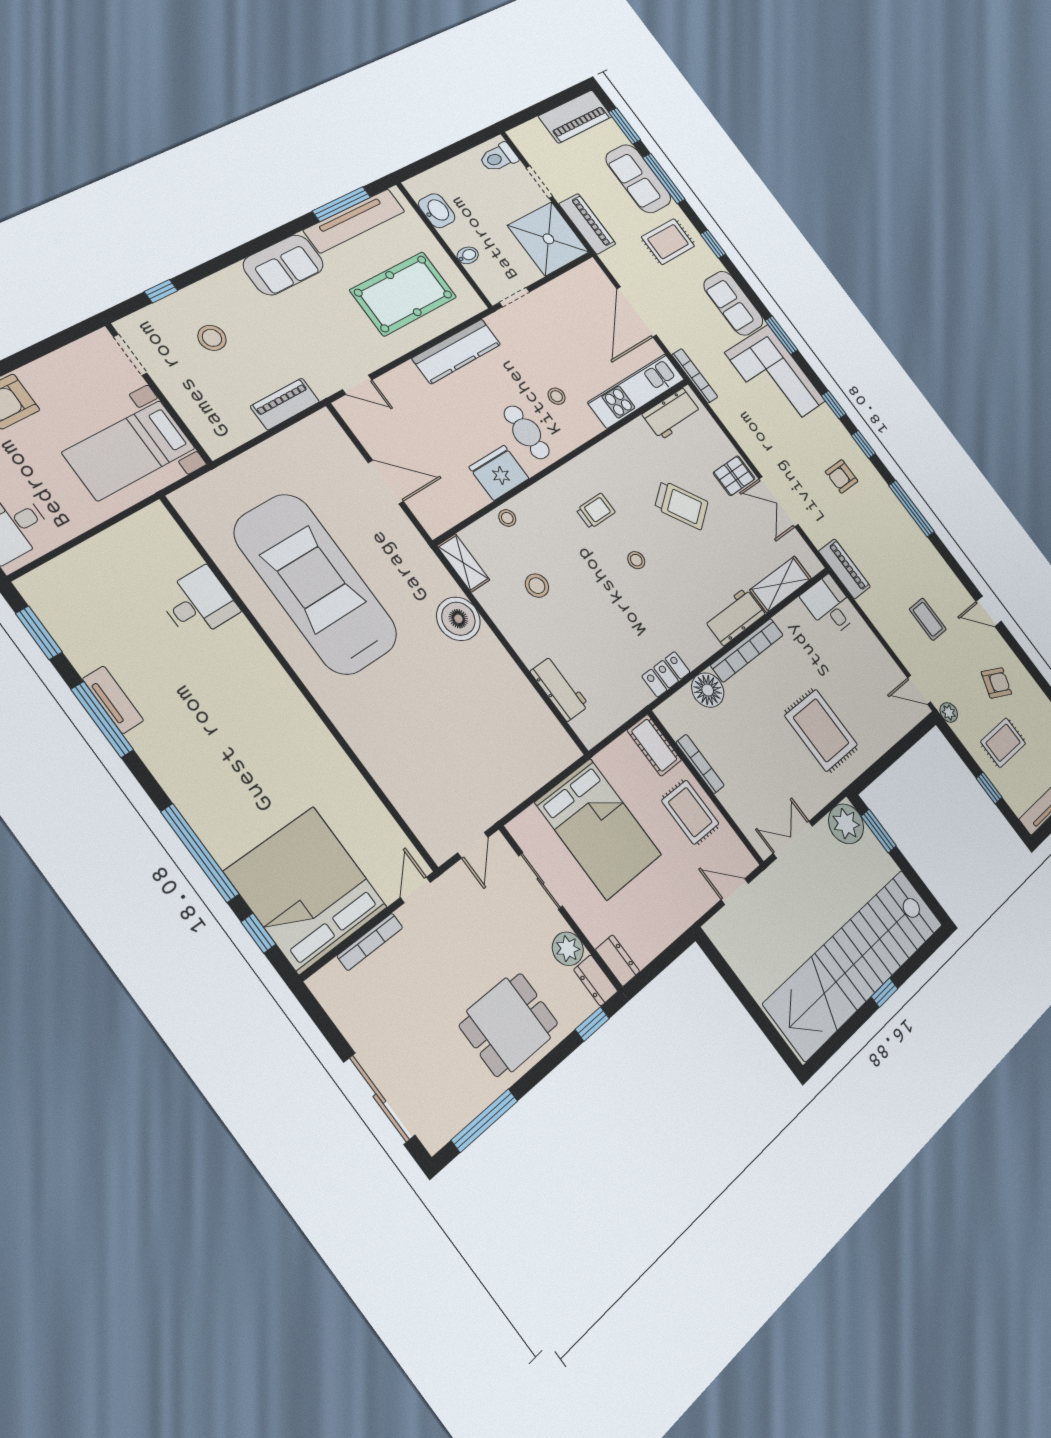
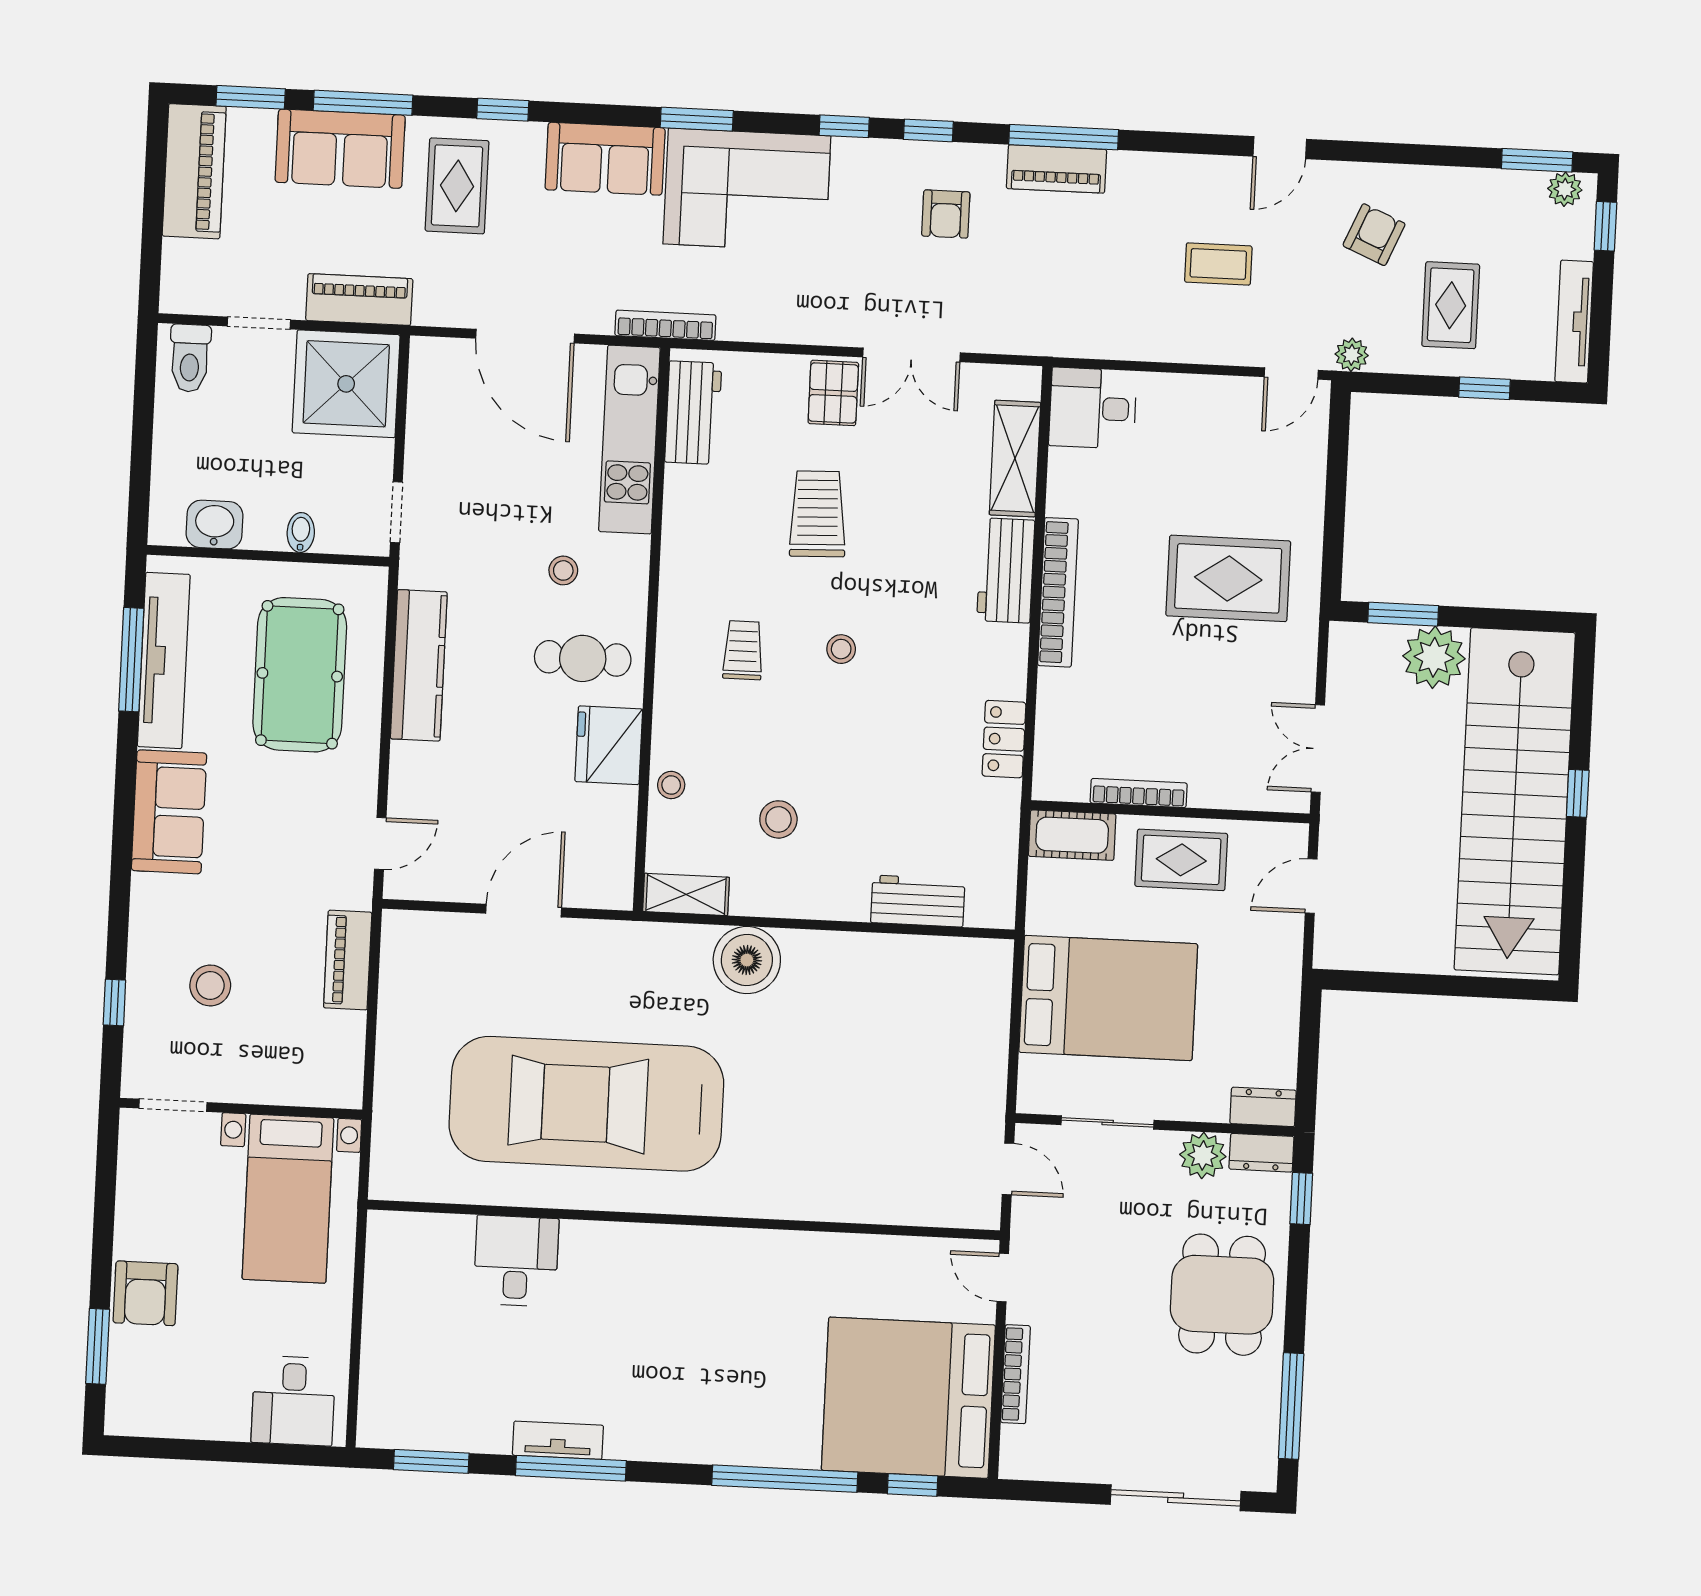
trolley: (681, 505) -> (818, 514), turned -58
piano: (845, 569) -> (1056, 169), moved, turned 180
floor lamp: (708, 690) -> (1064, 698), removed
plant: (846, 824) -> (1434, 657), moved

